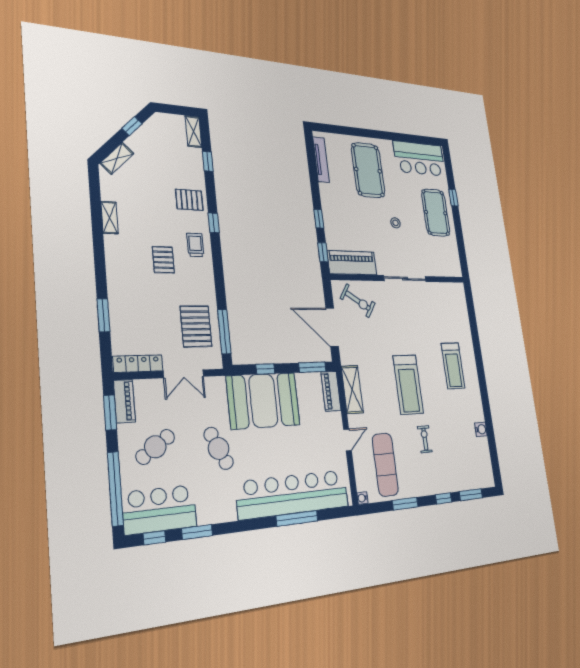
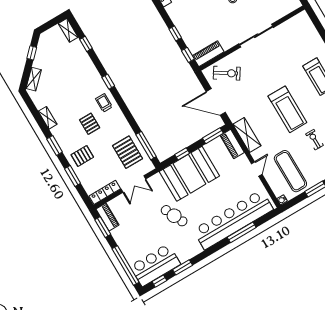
pallet: (189, 200) -> (82, 156), moved
window: (100, 259) -> (55, 145), added
piano: (352, 263) -> (208, 54), width x0.73, depth x0.75
cafe table: (155, 447) -> (137, 233), removed

